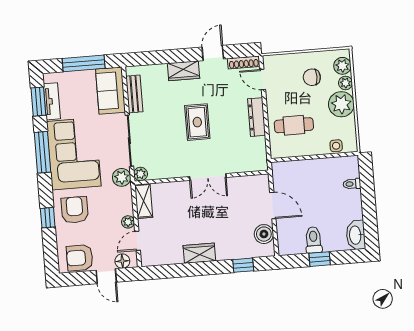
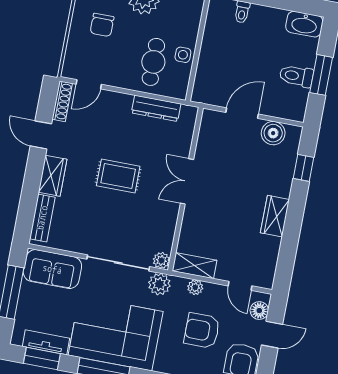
bench: (134, 94) -> (42, 218), moved, turned 90
dresser: (257, 117) -> (156, 108), moved
side table: (336, 146) -> (183, 55), moved
double door: (208, 177) -> (187, 181), swing flipped
armchair: (75, 210) -> (202, 331), moved
plant: (128, 222) -> (195, 287), moved
window: (320, 259) -> (321, 75), width x1.50

